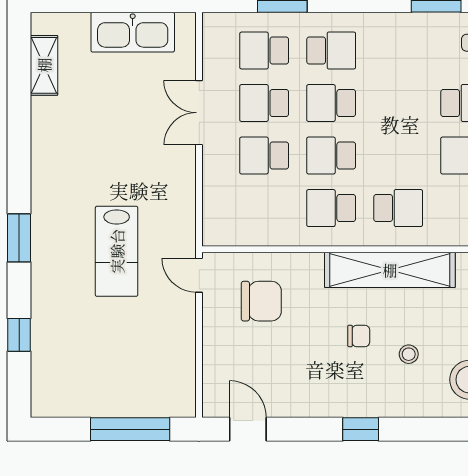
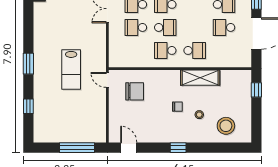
school desk: (331, 156) -> (165, 27), turned 180
shelving: (390, 270) -> (200, 78), width x0.68

